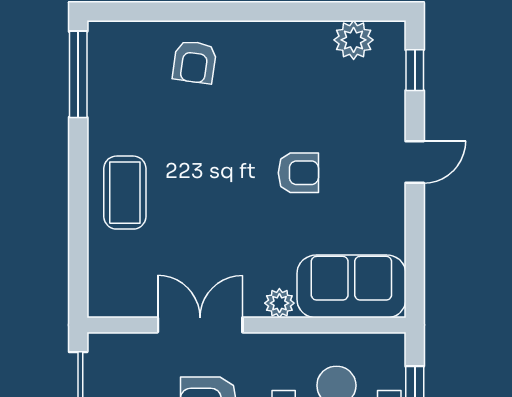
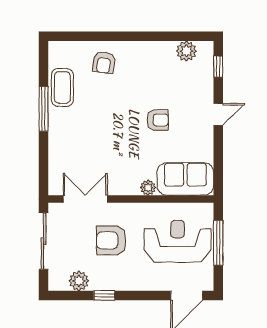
window: (78, 74) -> (44, 109), moved
coffee table: (125, 193) -> (62, 87), moved
double door: (200, 325) -> (85, 199), moved

